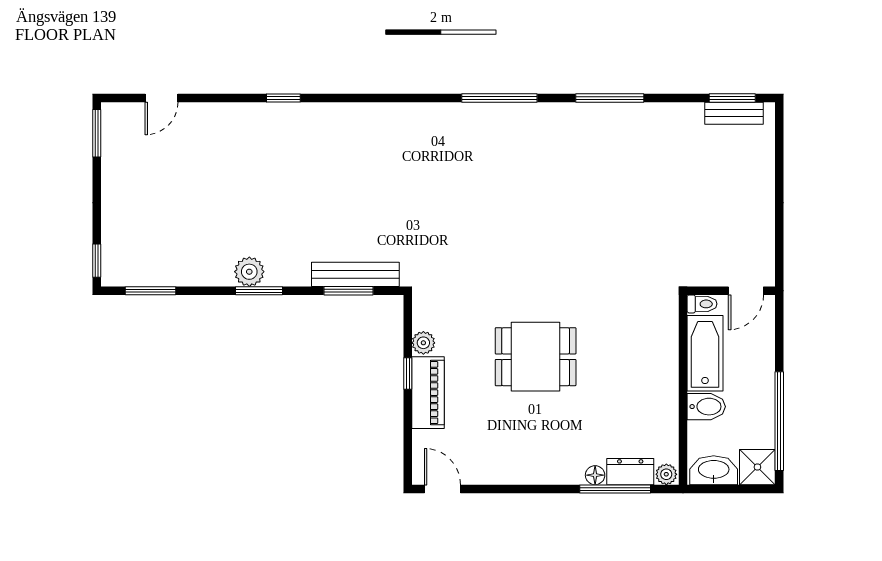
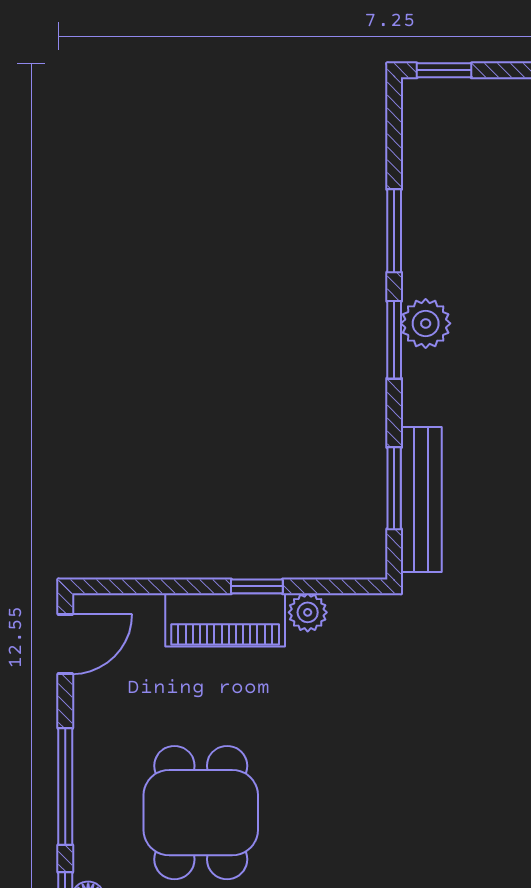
window: (151, 291) -> (394, 231), moved
dining table: (536, 357) -> (201, 813), moved
window: (528, 489) -> (65, 787), added

